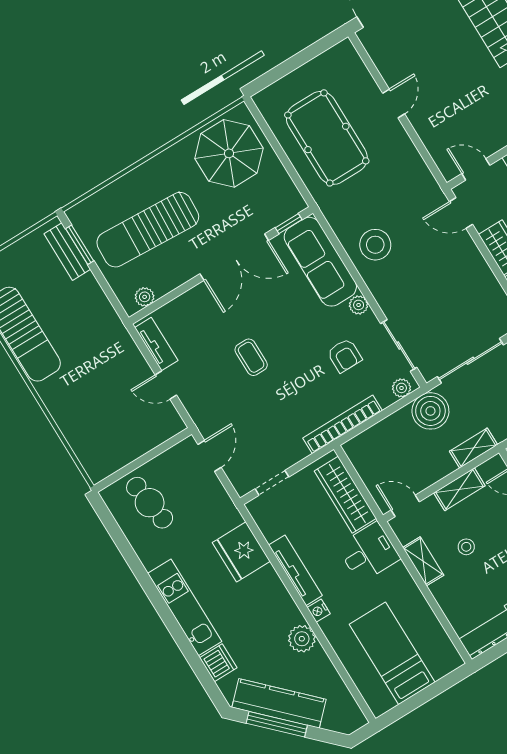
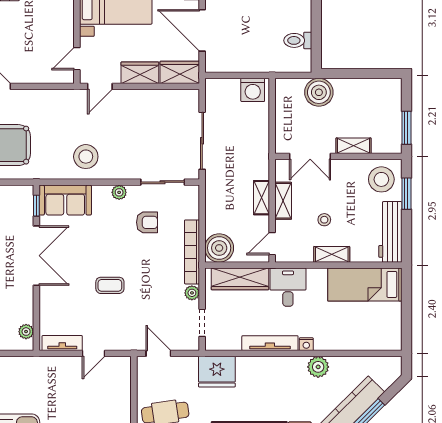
sofa: (320, 262) -> (65, 200), width x0.73
plant: (401, 388) -> (192, 293), moved
boiler: (430, 411) -> (219, 248), moved
shelving: (474, 448) -> (261, 198), moved
fridge: (241, 552) -> (217, 372), moved
shelving: (423, 561) -> (332, 254), moved
bed: (392, 653) -> (365, 284), moved

